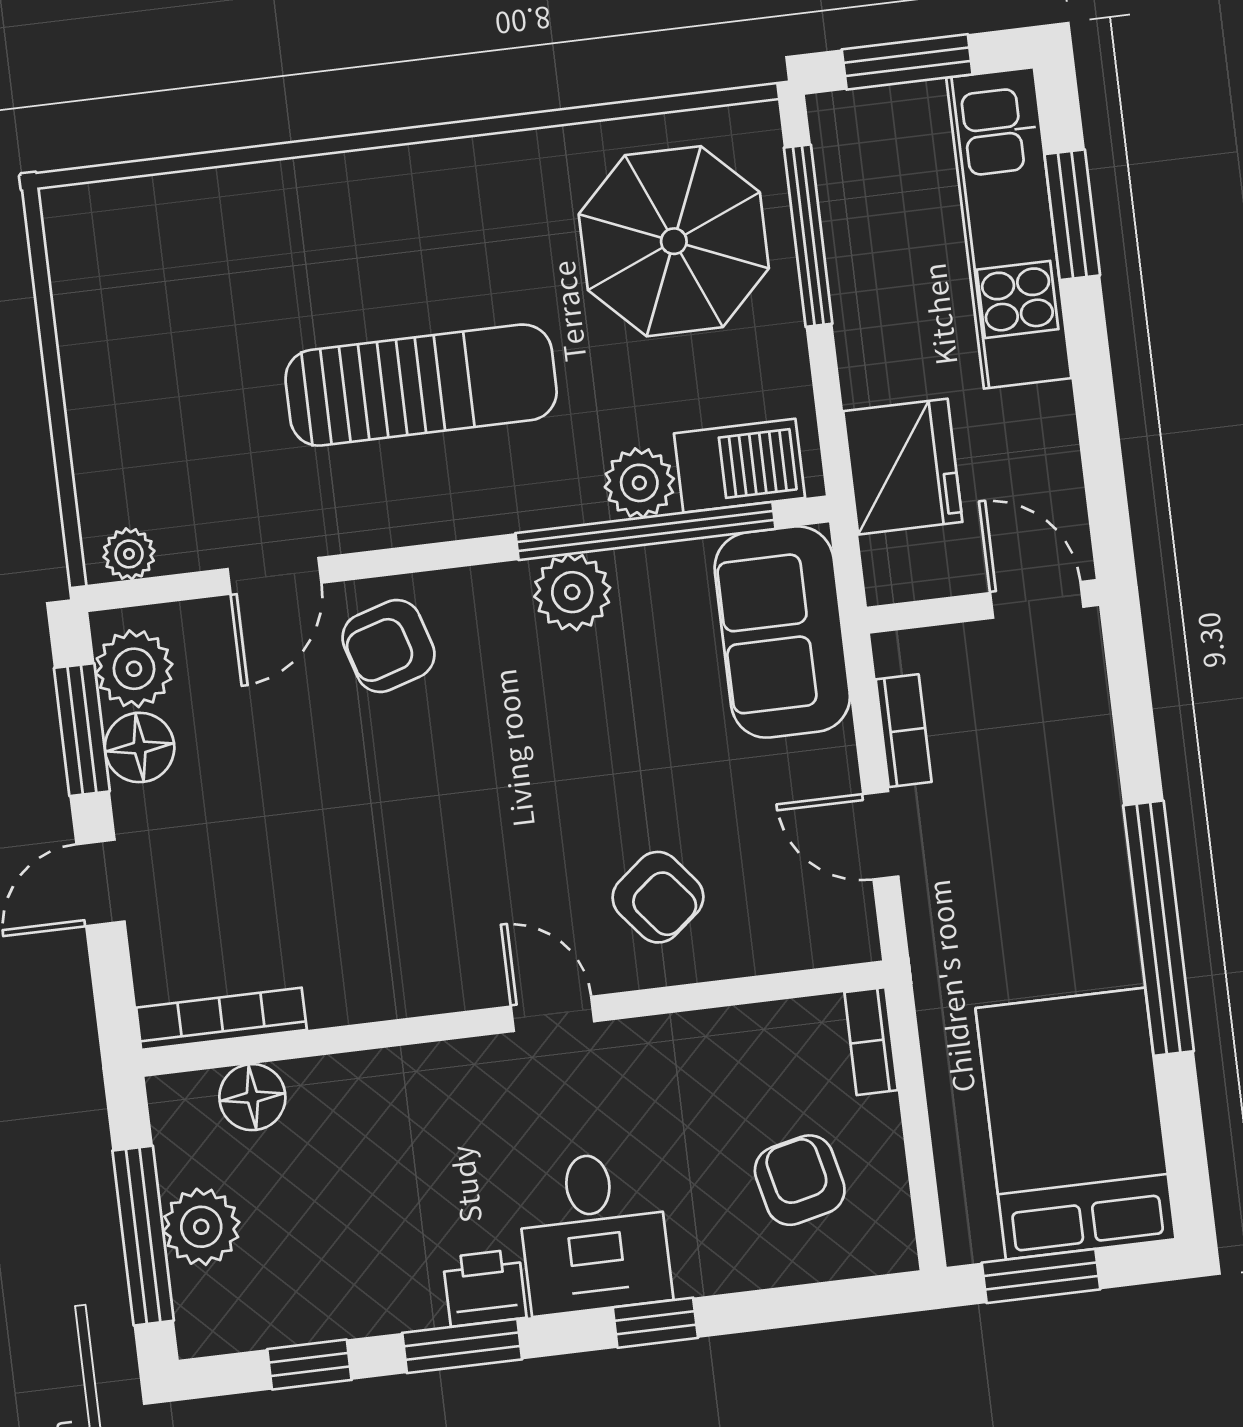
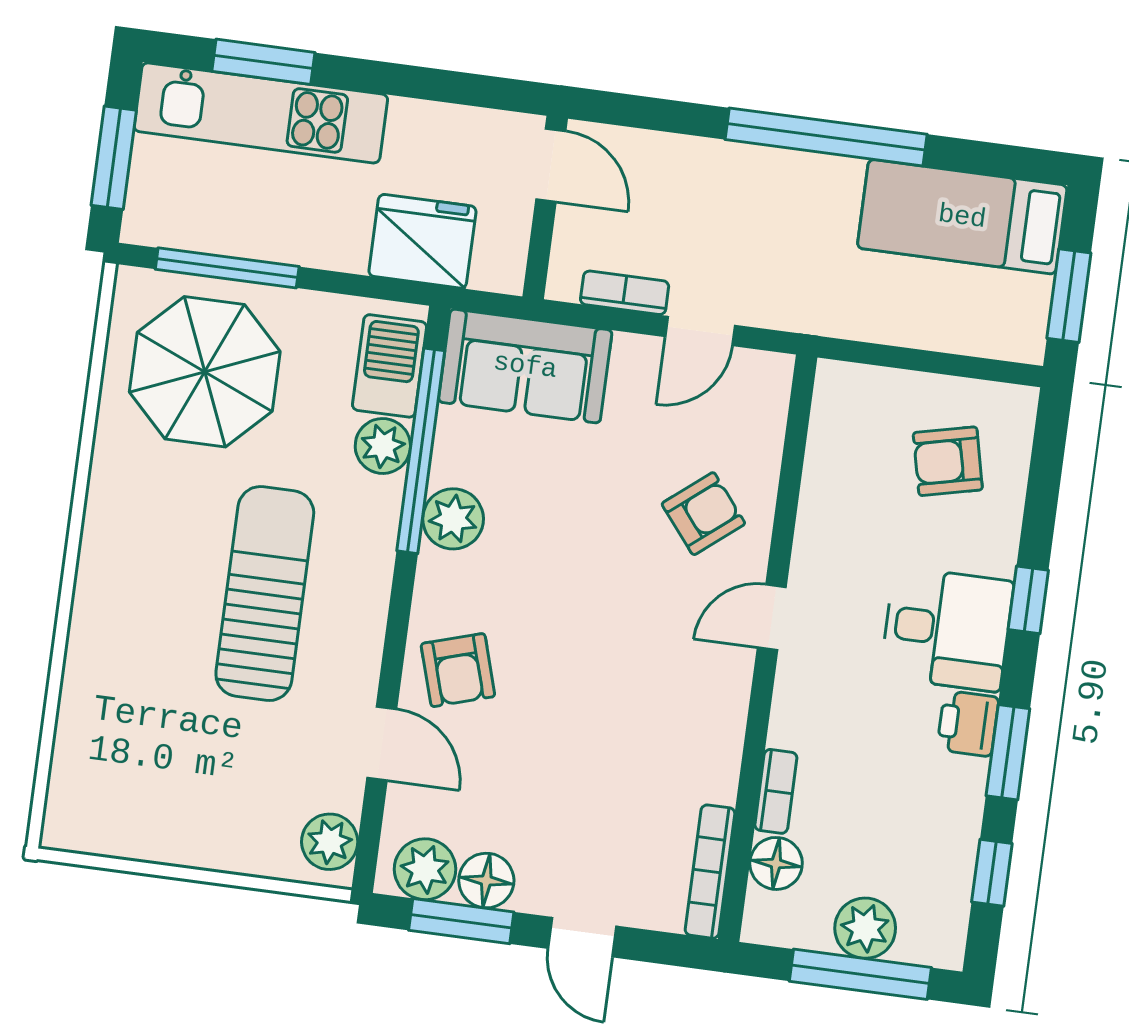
plant: (129, 554) -> (330, 842), width x1.38, depth x1.38
door: (1037, 600) -> (551, 165), swing flipped
bookcase: (871, 1041) -> (776, 791), moved, turned -90
bed: (1076, 1124) -> (962, 217), width x0.67

